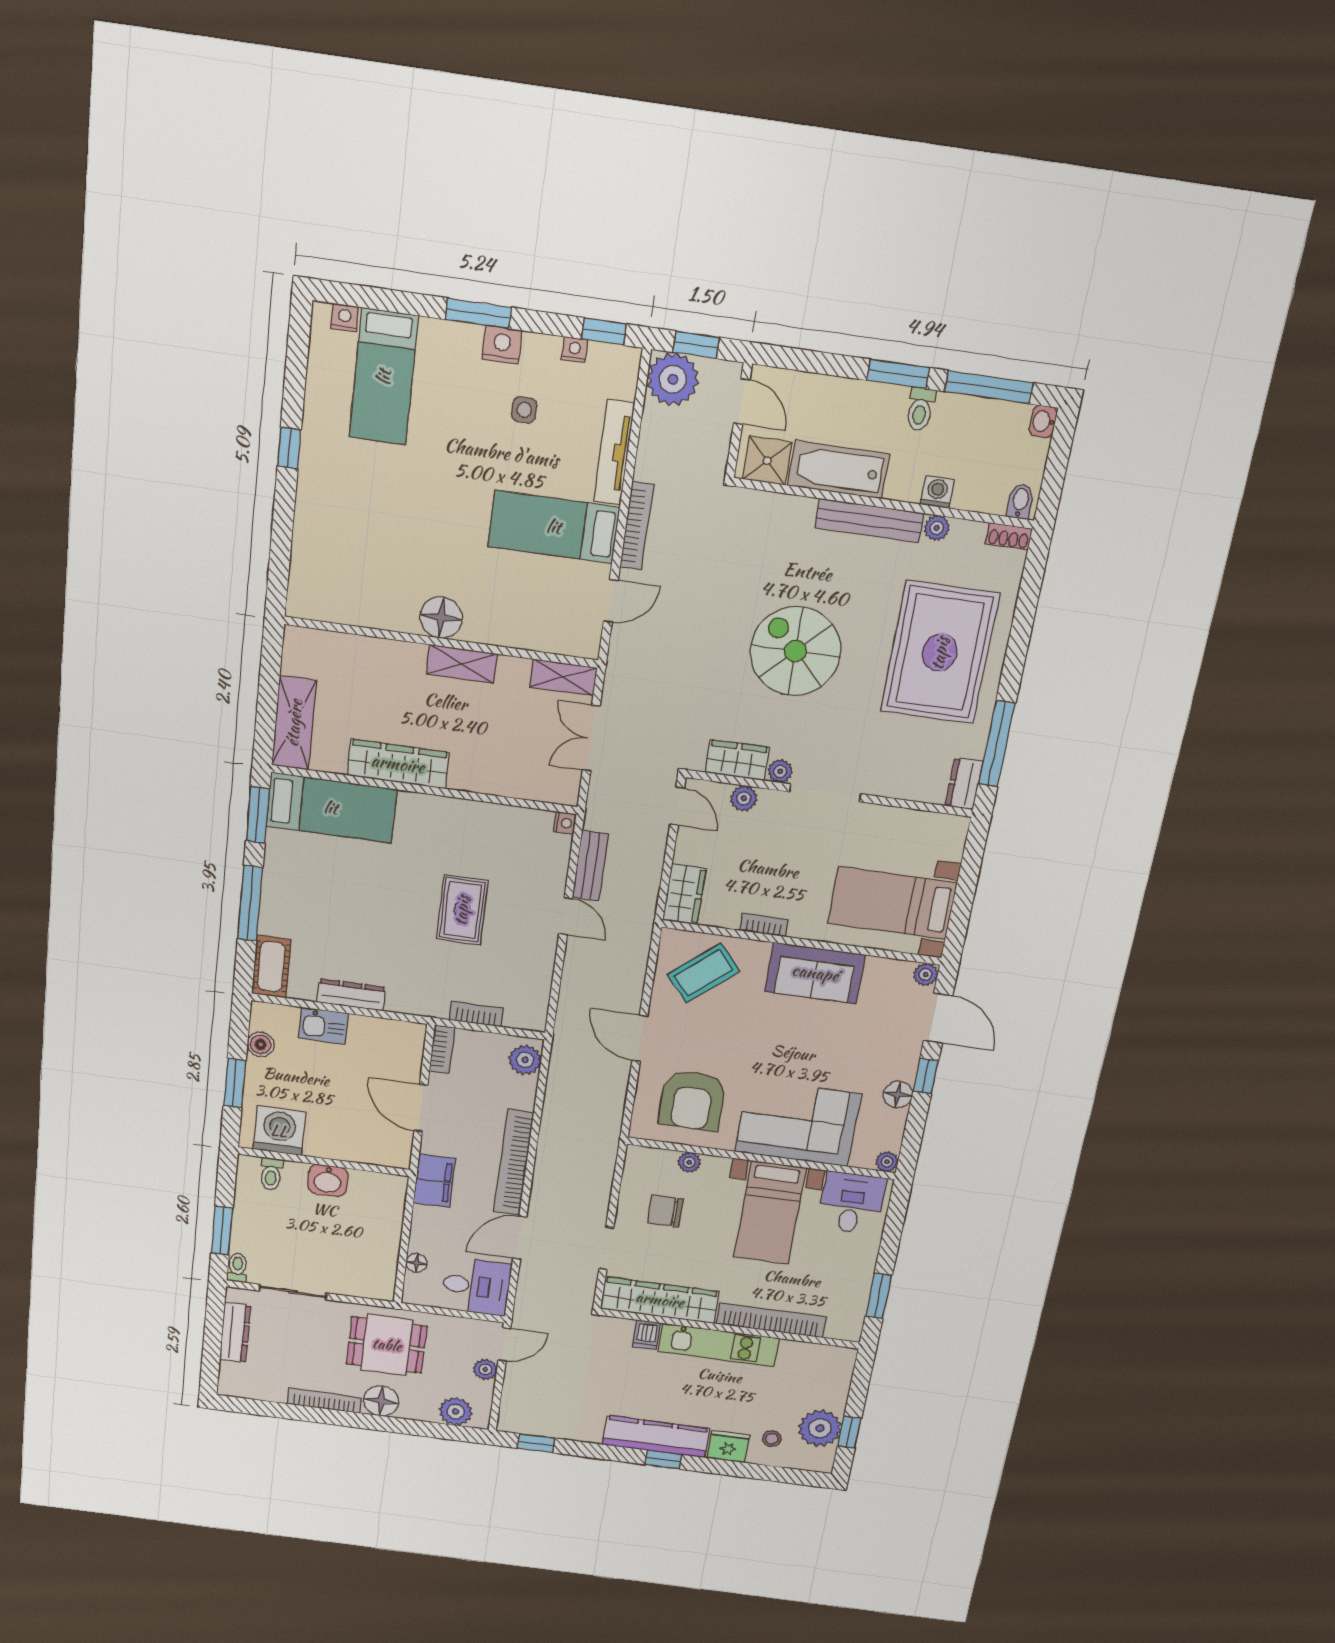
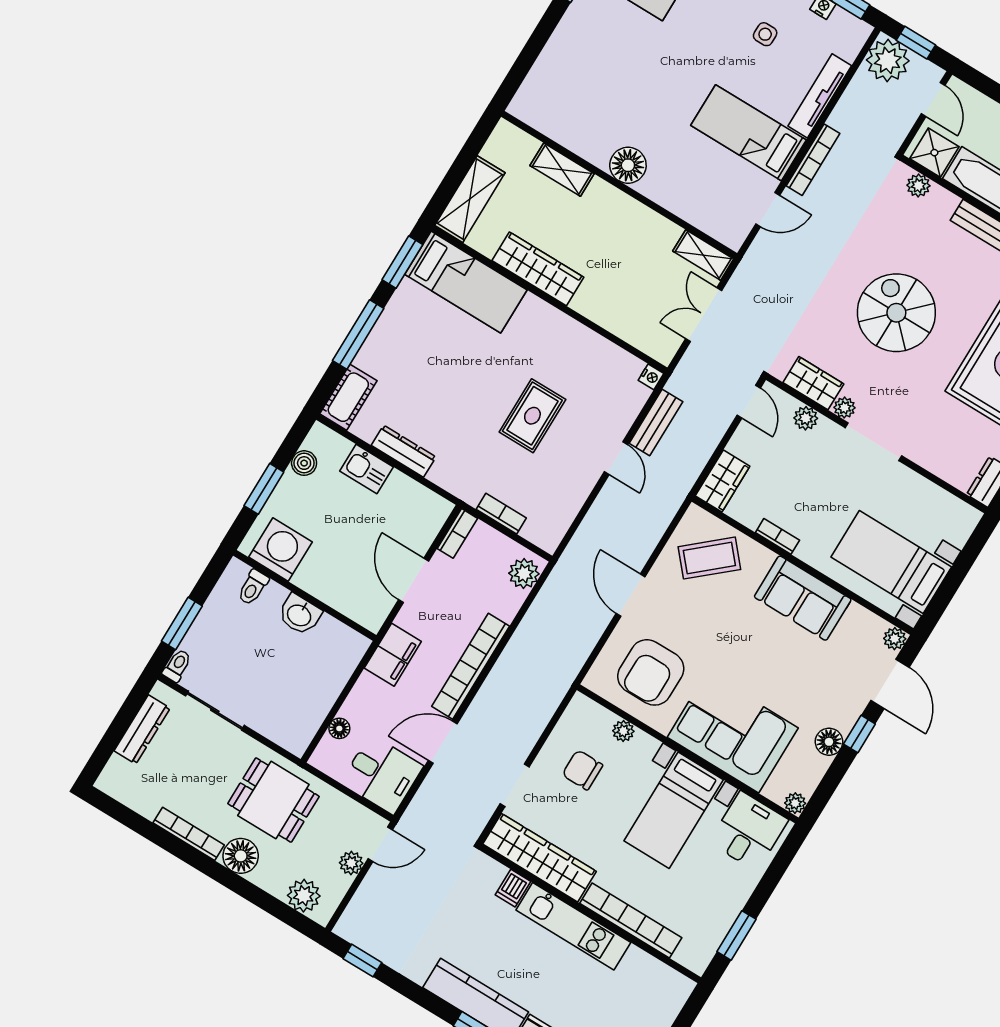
plant: (764, 505) -> (918, 185), added
shelving: (462, 664) -> (562, 170), moved

